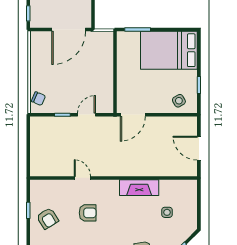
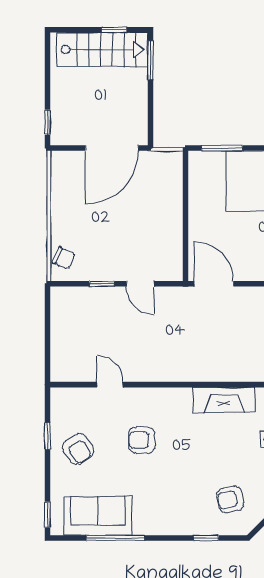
door: (86, 115) -> (140, 284), swing flipped
door: (133, 115) -> (214, 284), swing flipped
door: (82, 178) -> (110, 385), moved
armchair: (88, 213) -> (142, 440), turned 180

